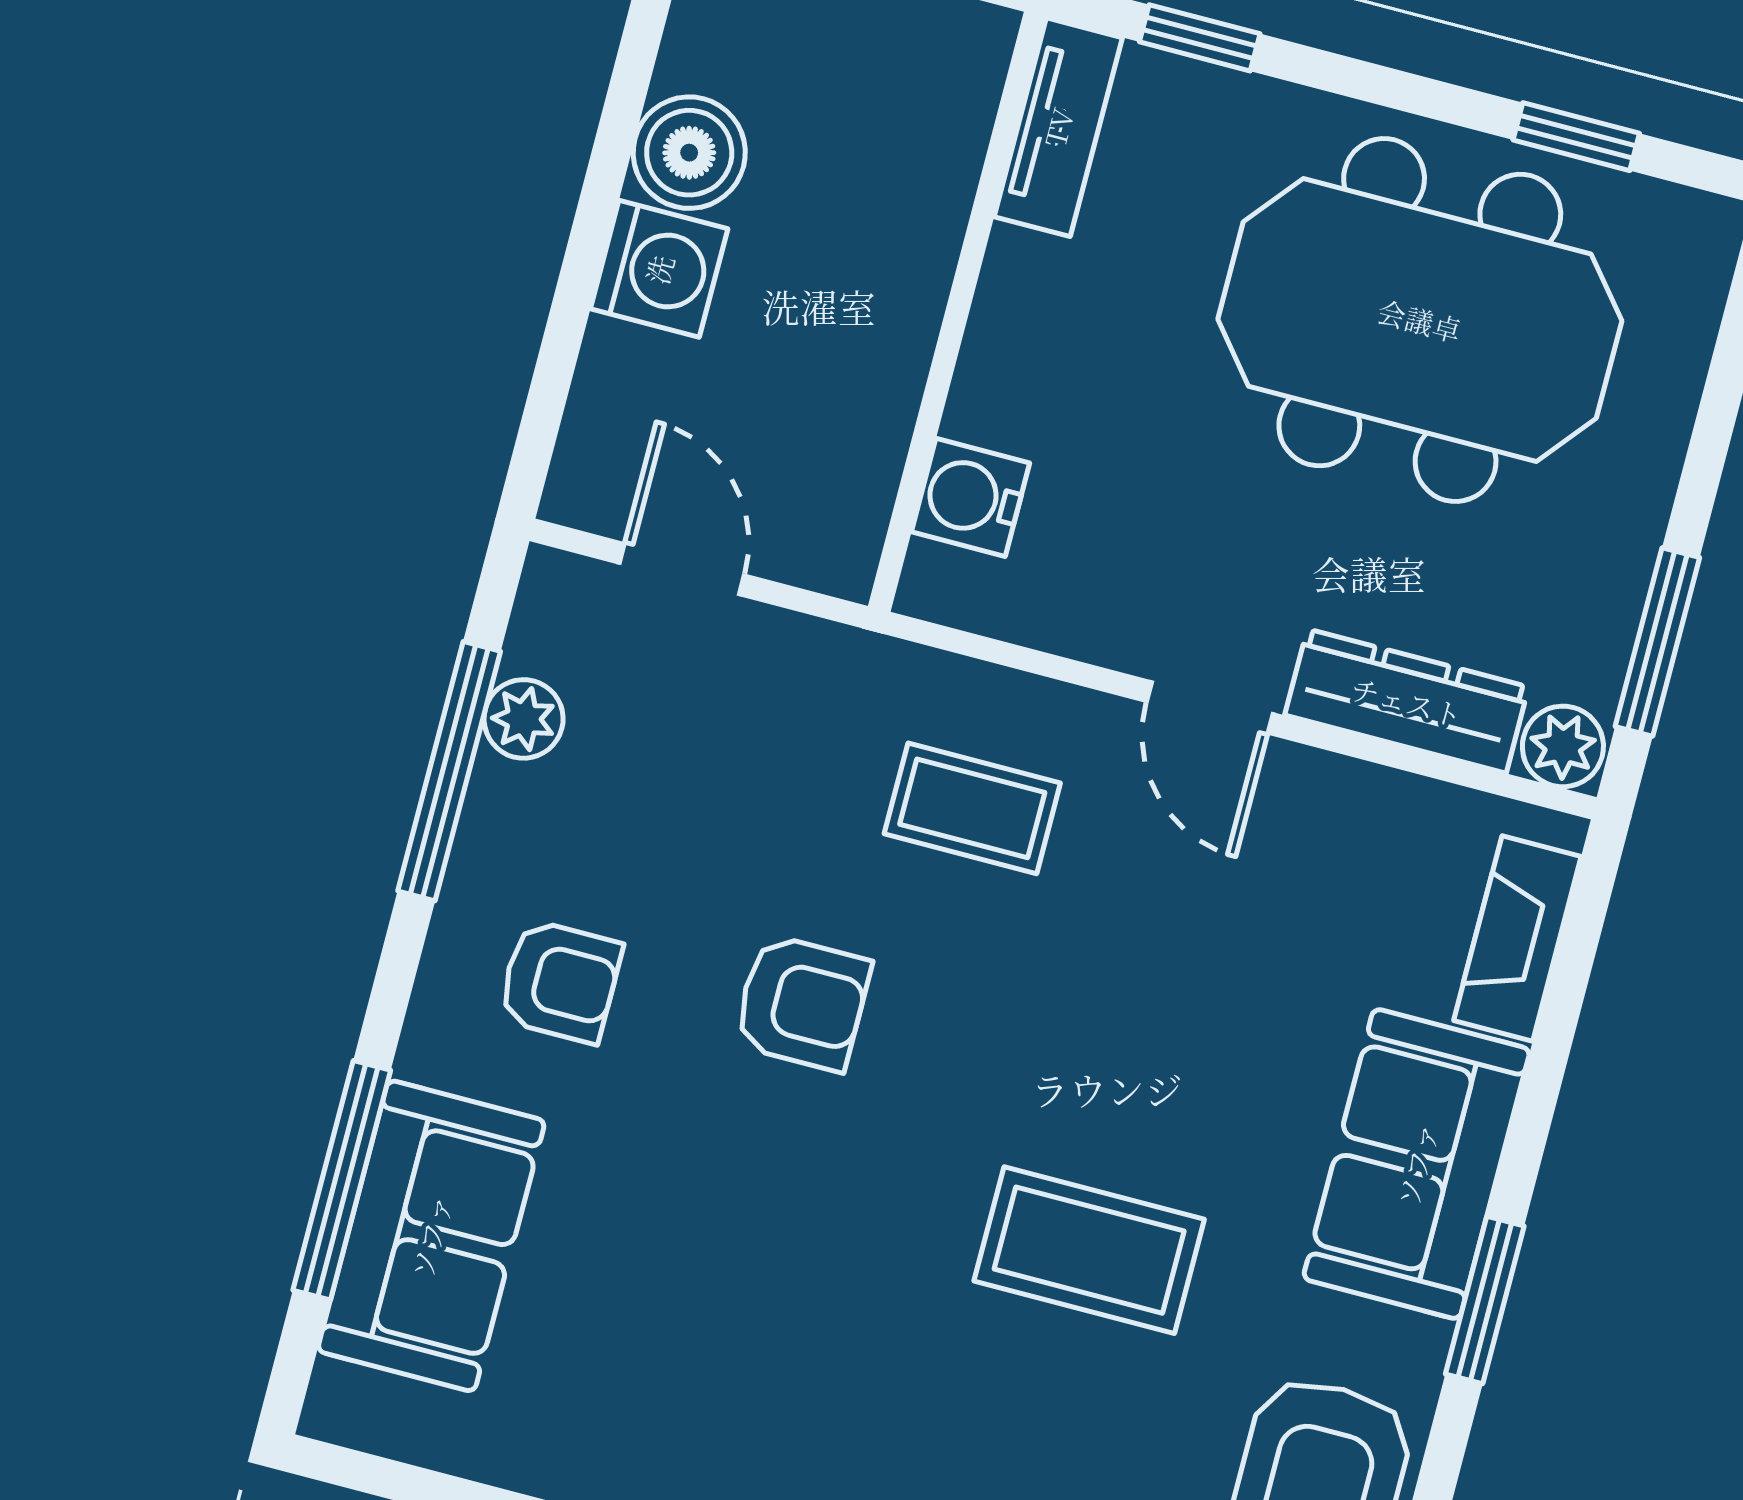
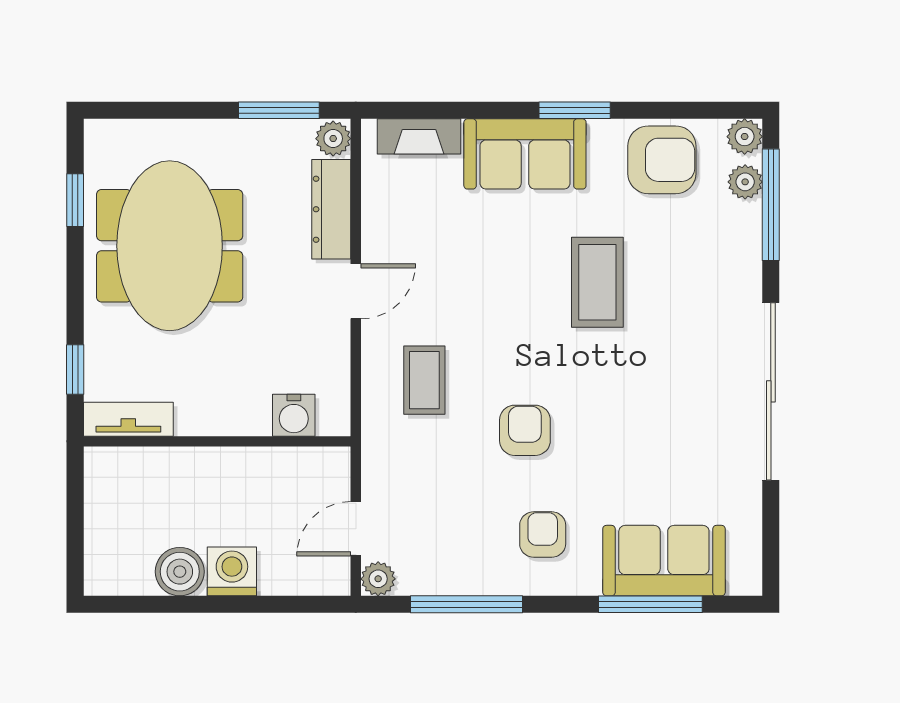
plant: (524, 719) -> (378, 579), moved

